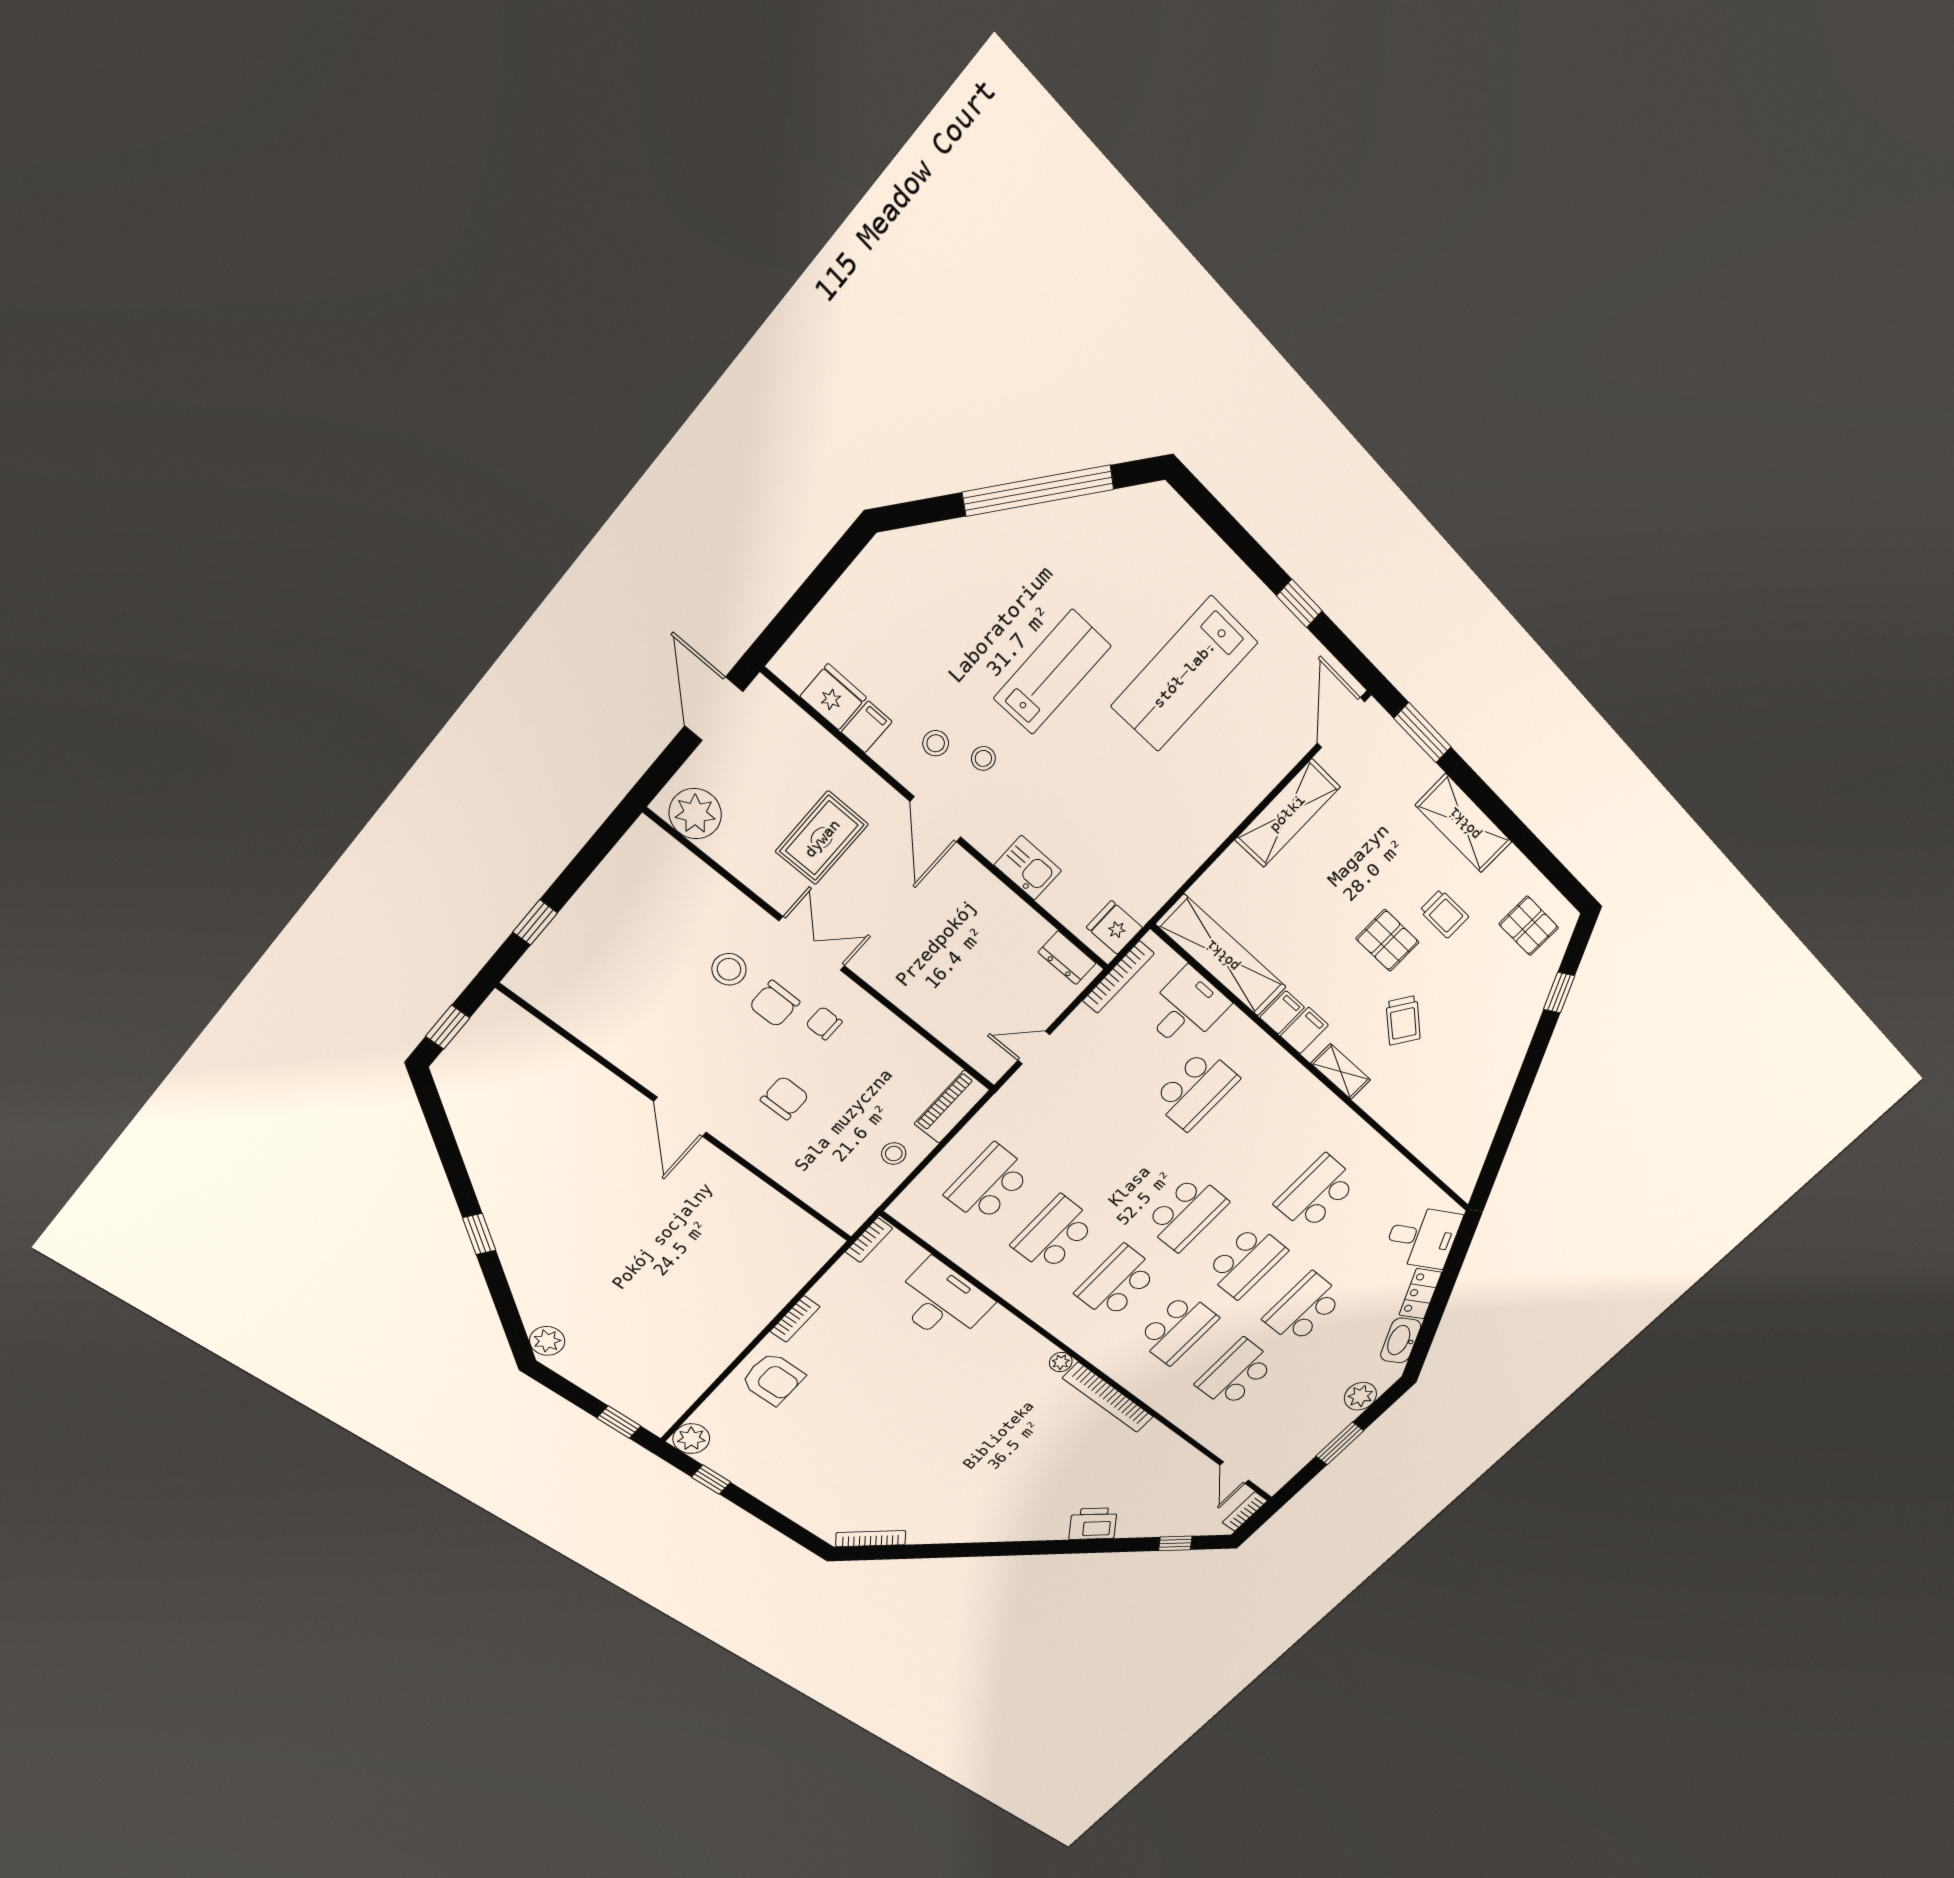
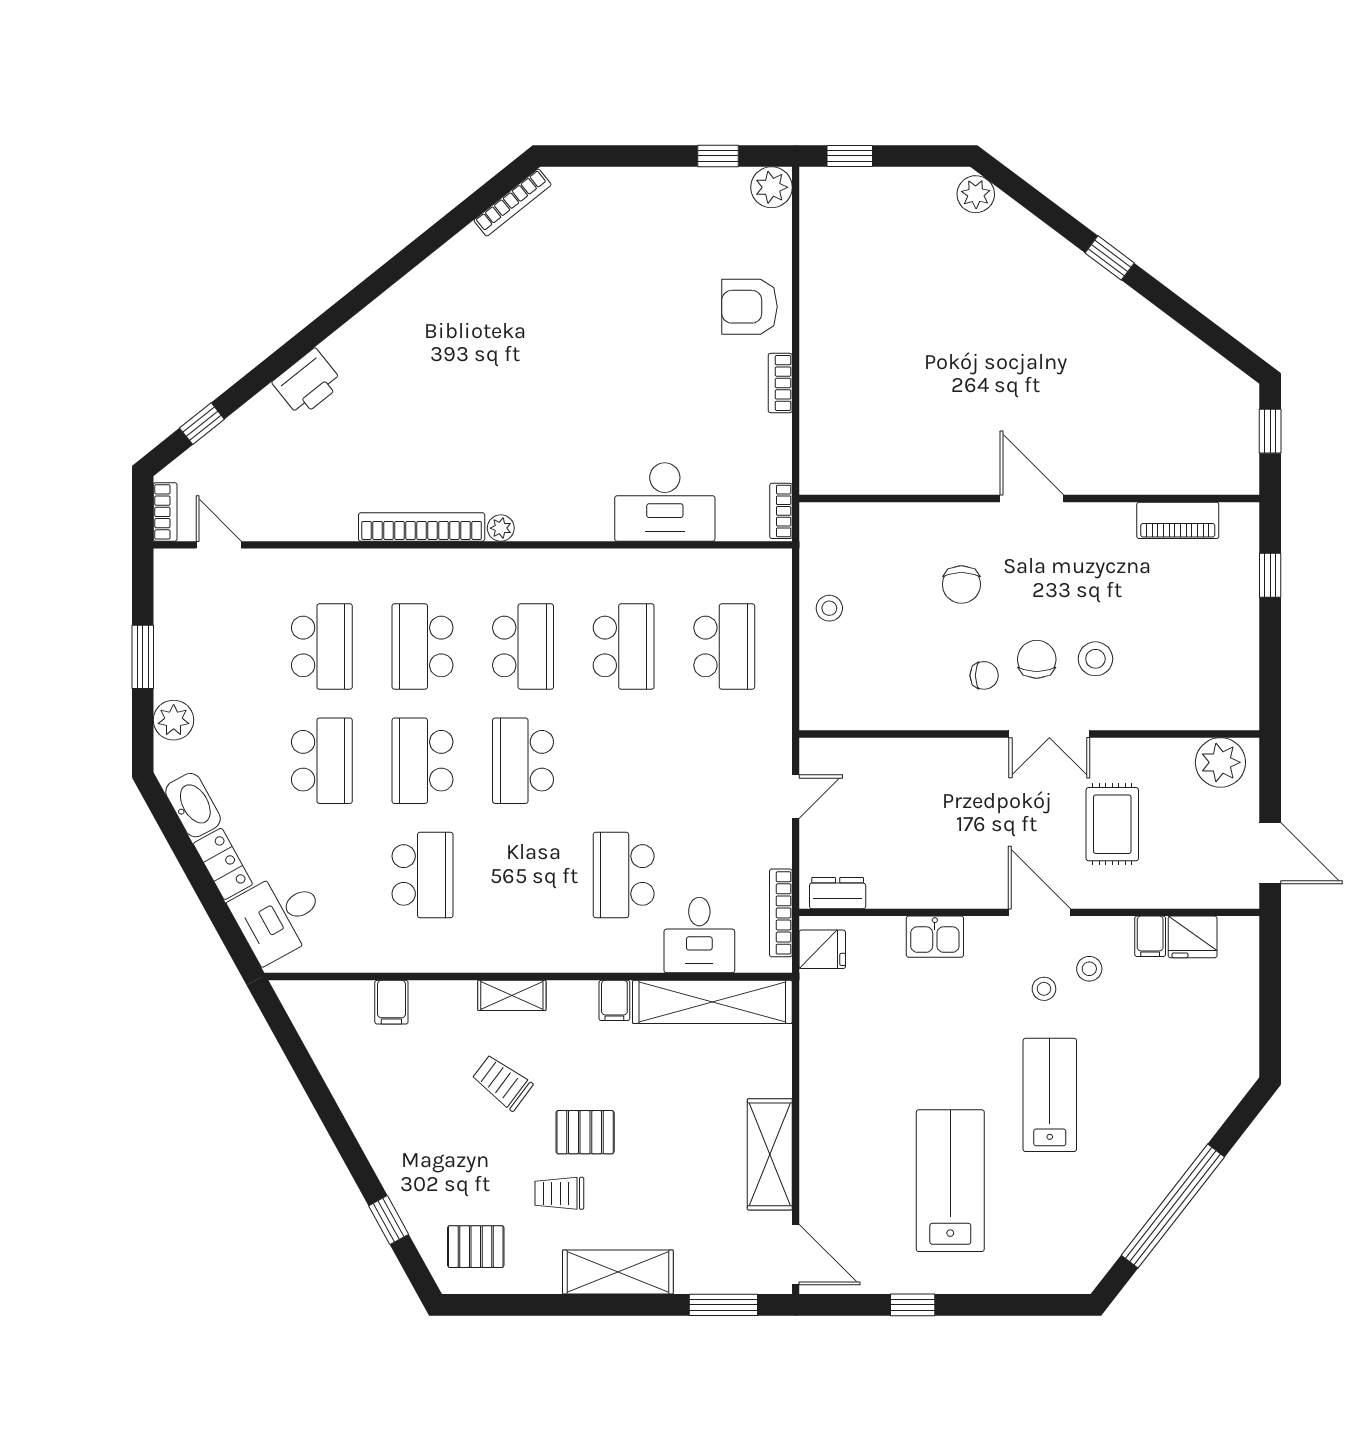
lab bench: (1052, 672) -> (1050, 1095), turned 180
filing cabinet: (1304, 1030) -> (391, 1002), moved
piano: (952, 1107) -> (1178, 520), moved, turned 90

